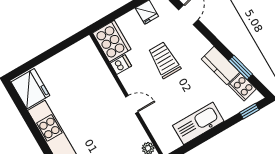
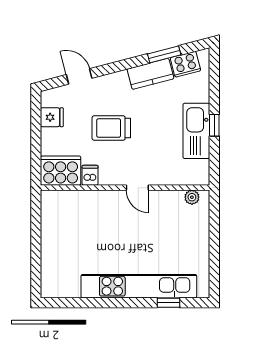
fridge: (30, 89) -> (61, 282), removed
door: (132, 104) -> (137, 188), swing flipped
window: (249, 111) -> (214, 125), moved

